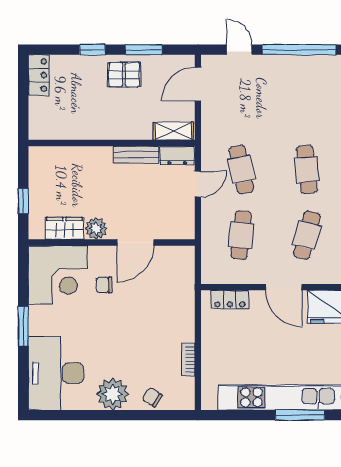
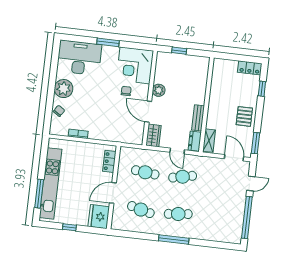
window: (92, 50) -> (262, 89), moved
window: (144, 50) -> (256, 143), moved
wardrobe: (64, 228) -> (153, 136), moved

